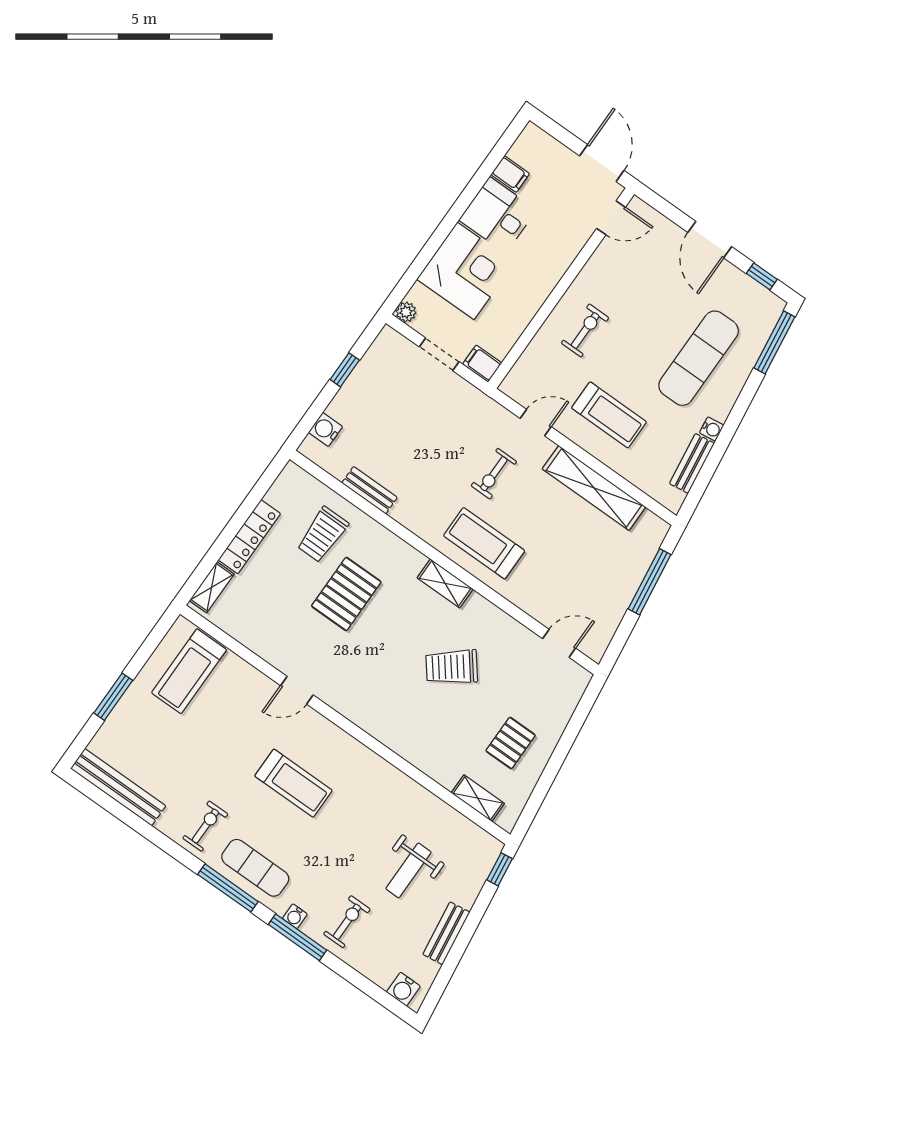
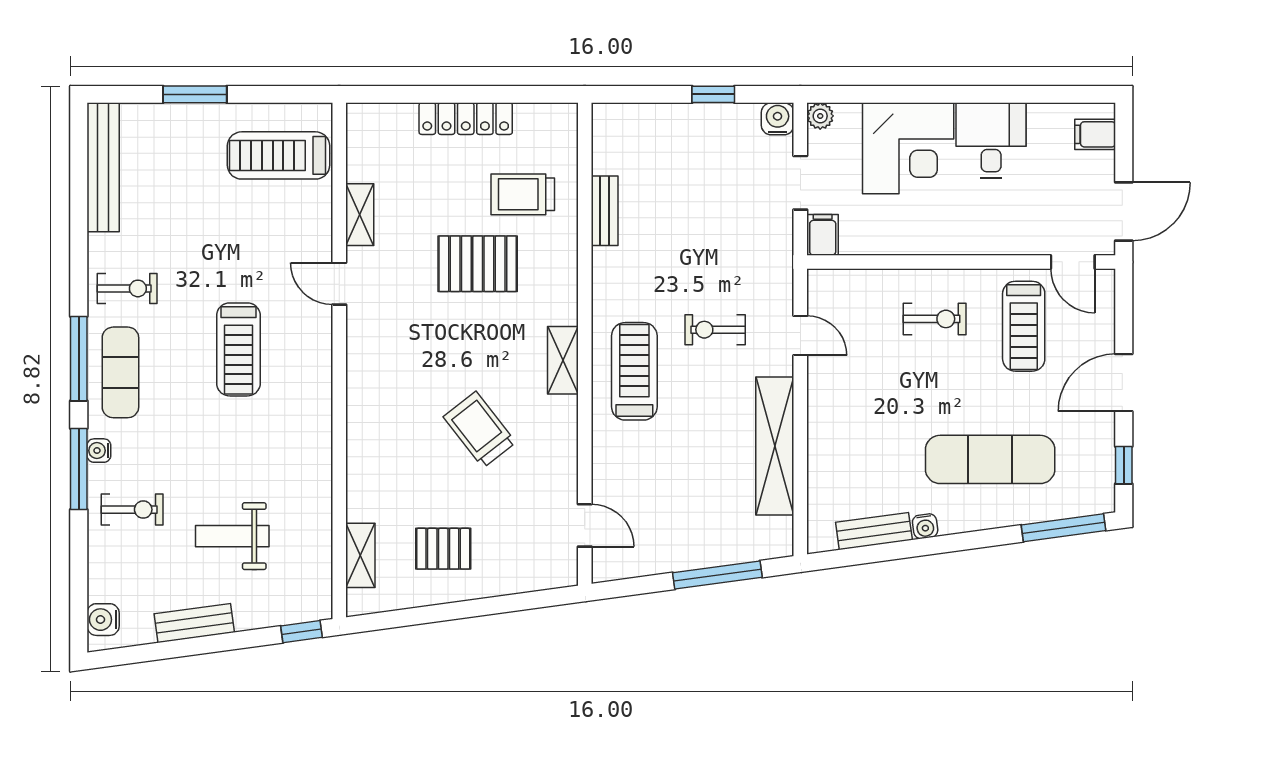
filing cabinet: (510, 174) -> (1095, 134), moved, turned 90
treadmill: (609, 415) -> (1024, 326), moved
water cooler: (325, 430) -> (778, 119), moved
shelving: (212, 587) -> (360, 215), moved, turned 90

